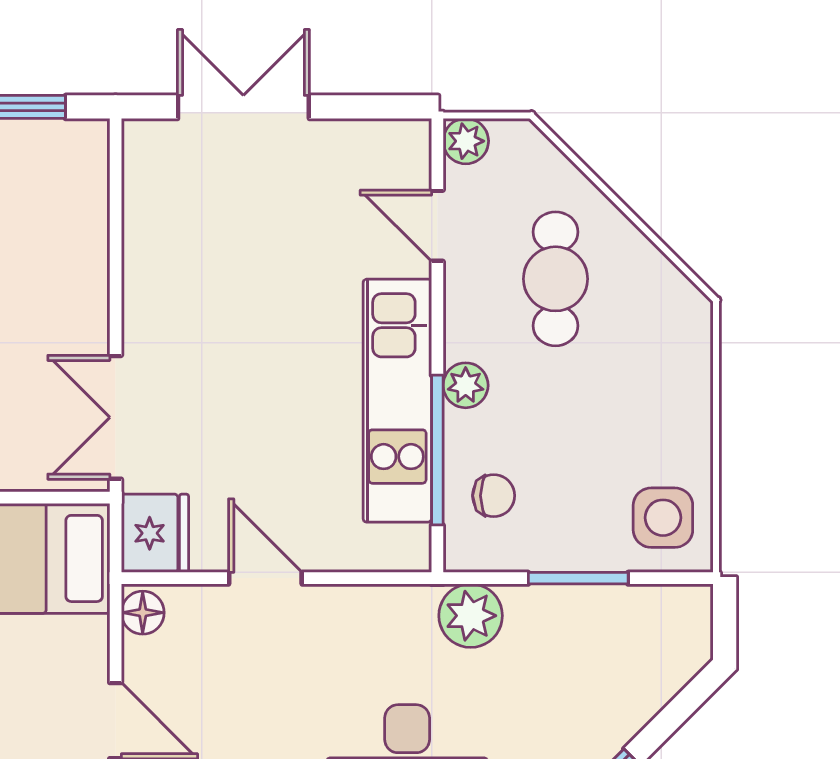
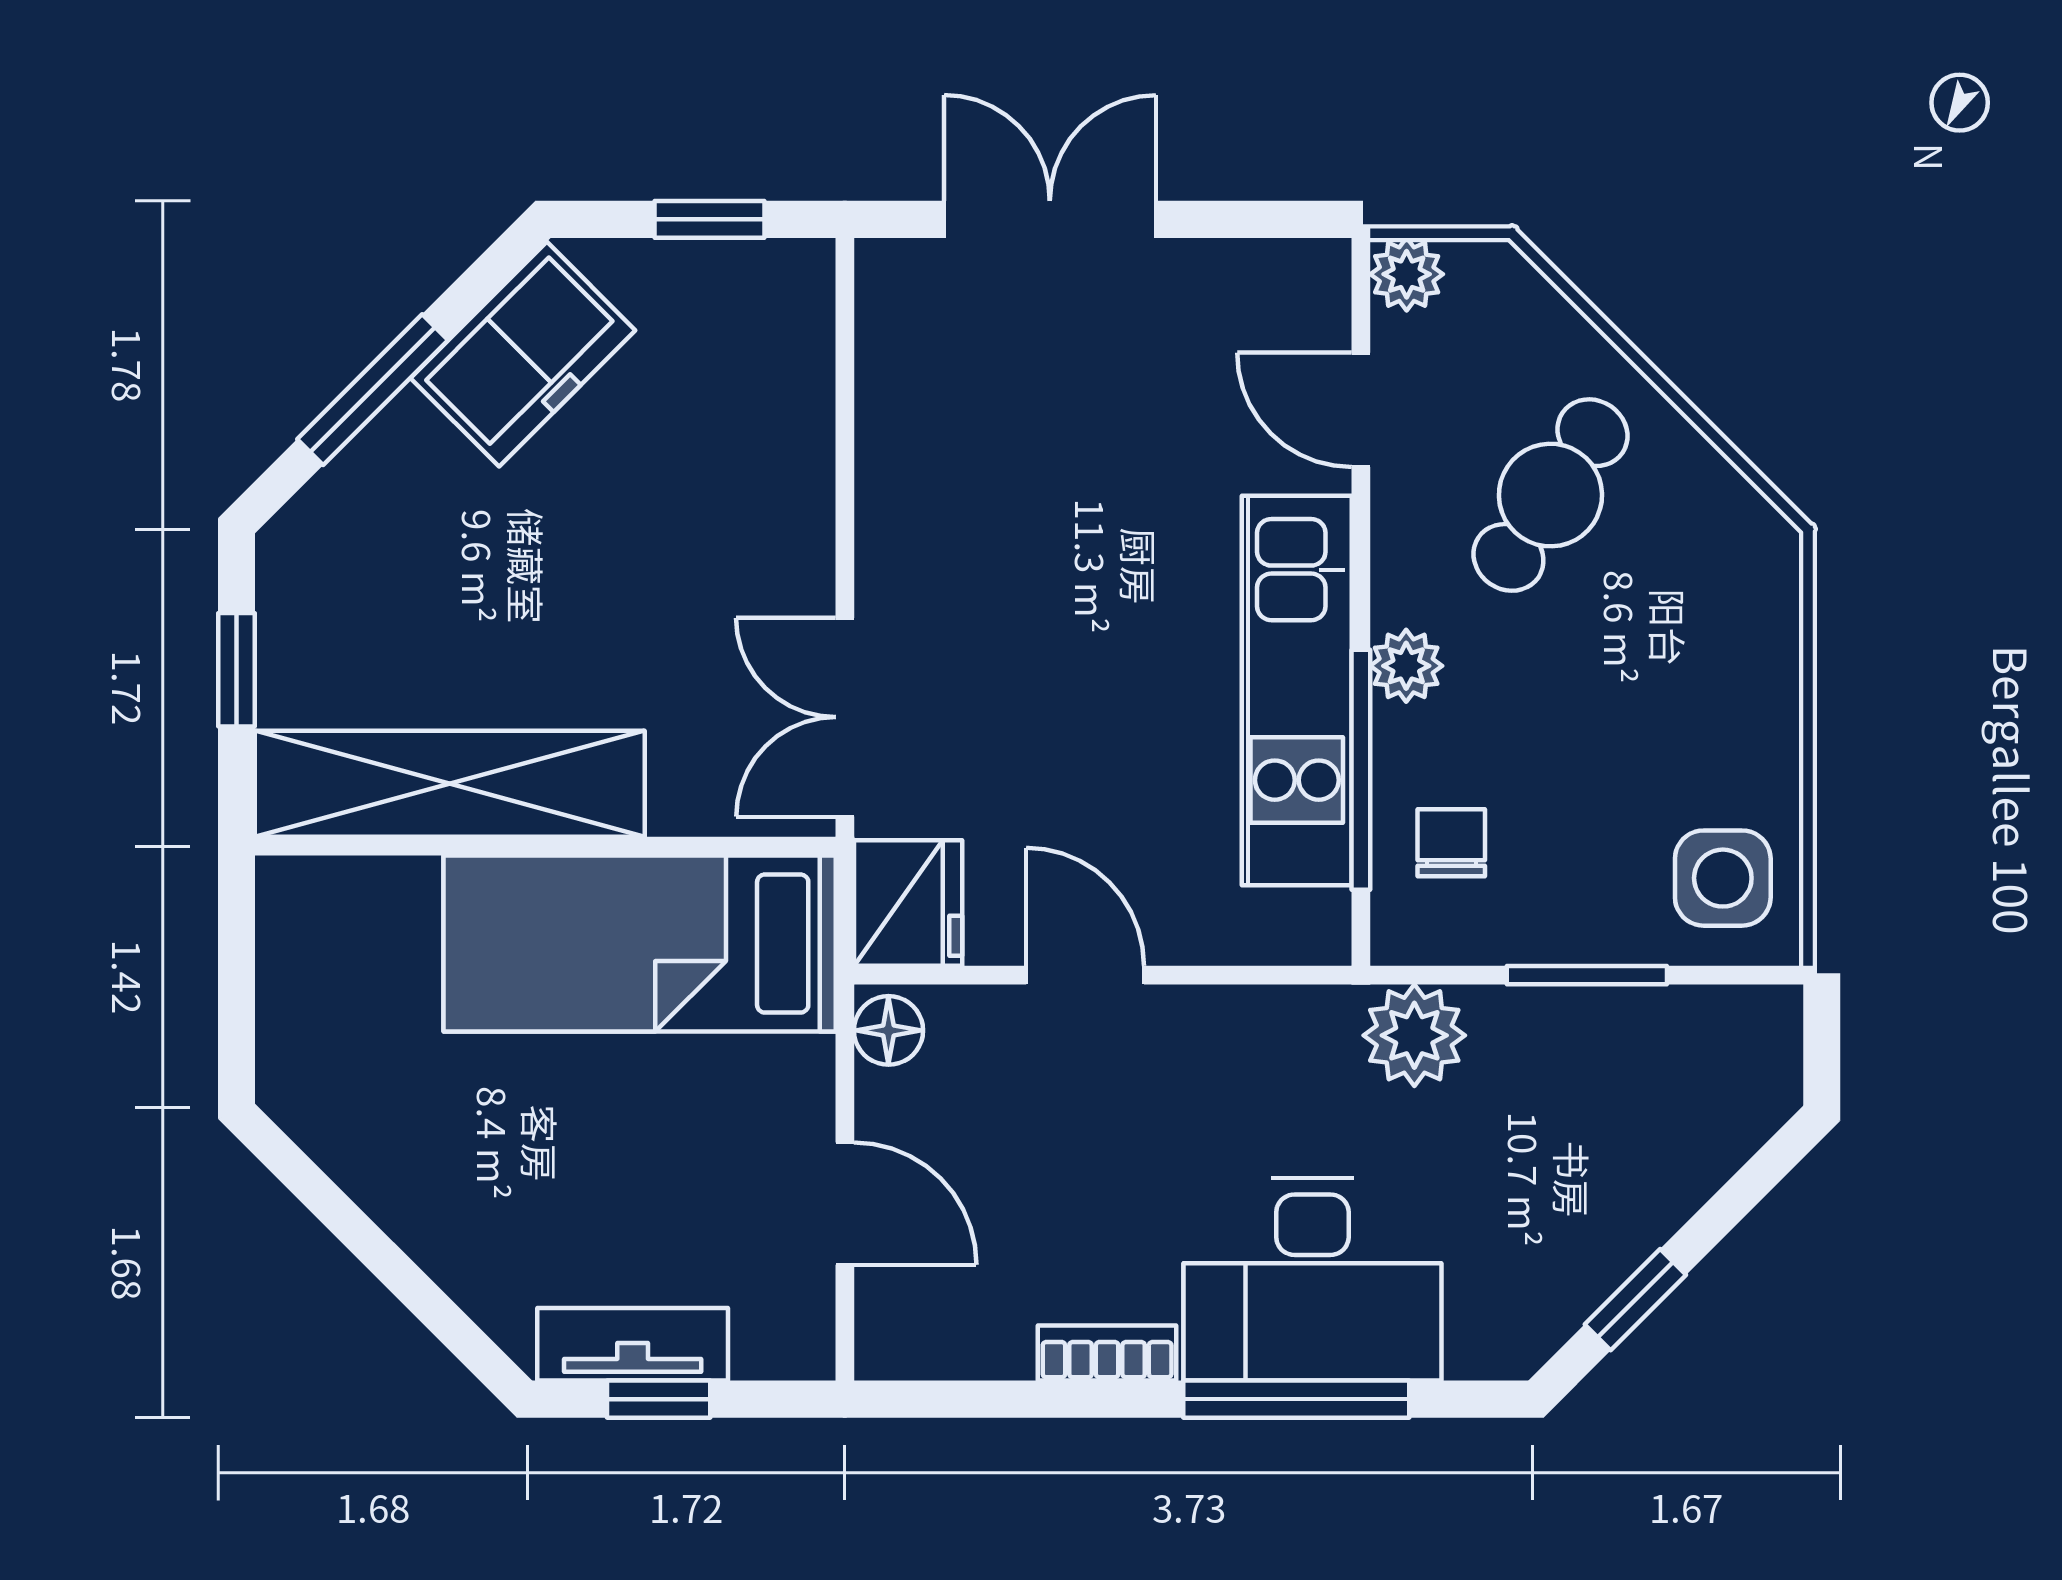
cafe table: (556, 279) -> (1550, 495), turned 34
chair: (494, 496) -> (1451, 843), turned -90

